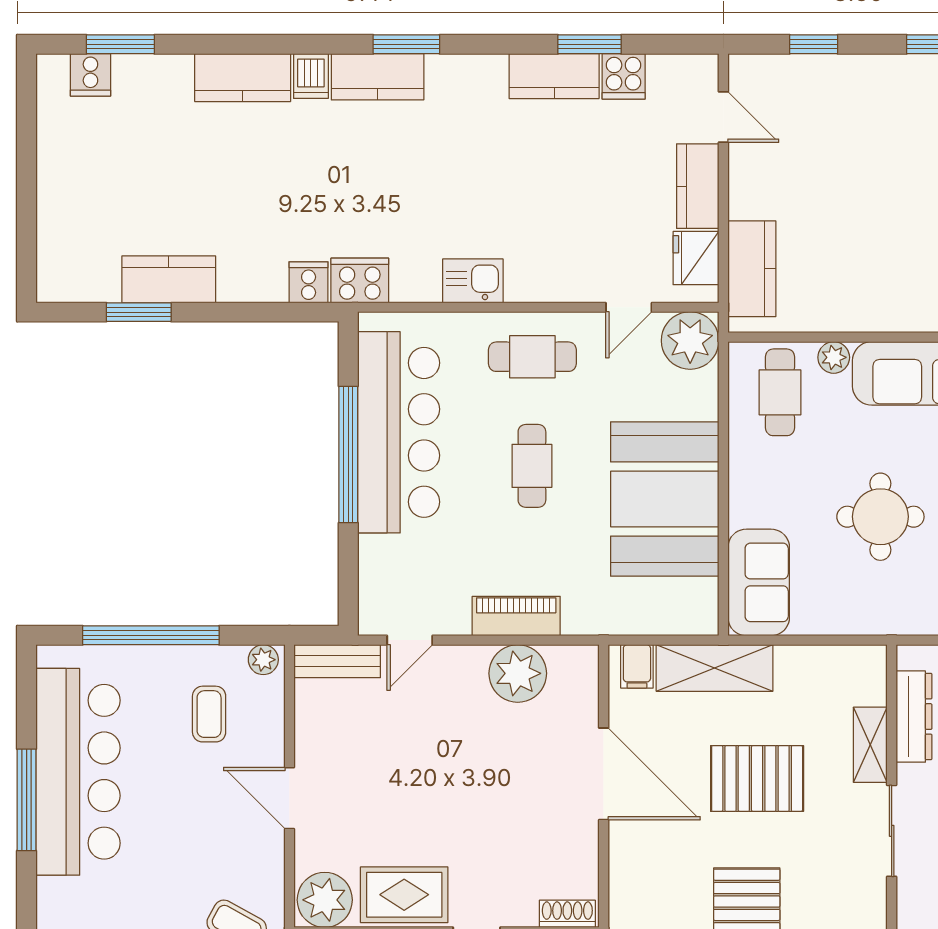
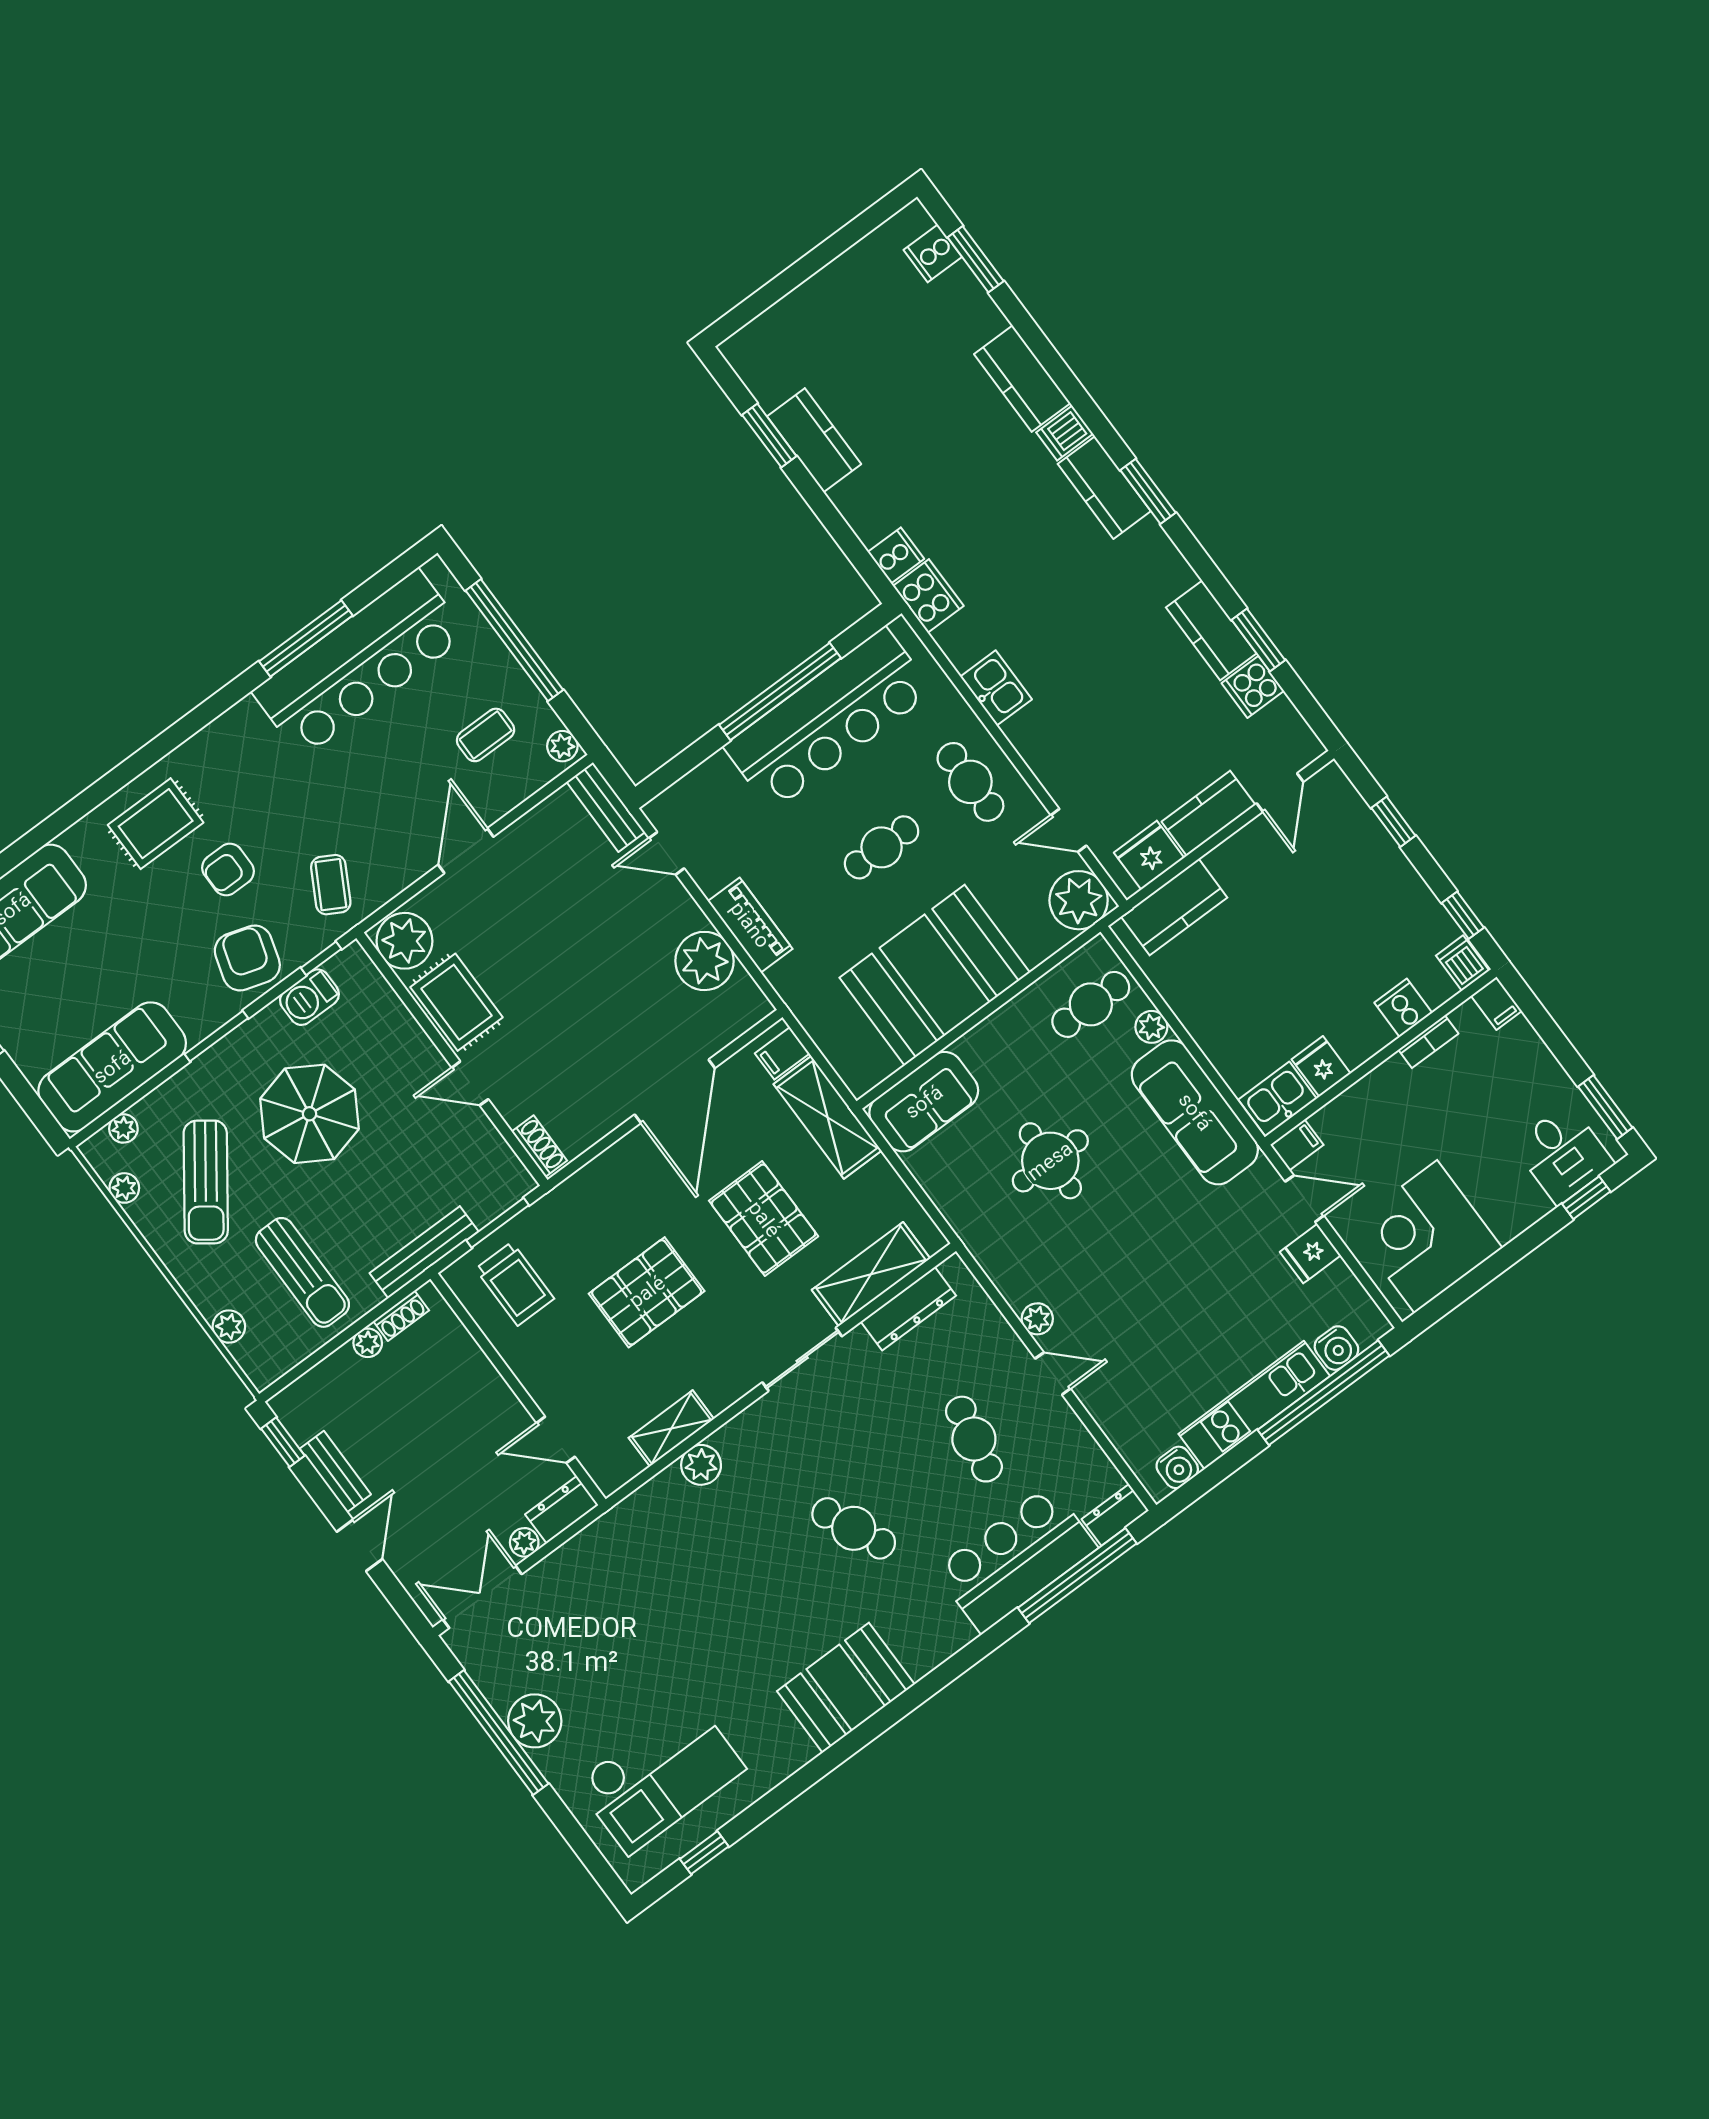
shelving: (870, 745) -> (871, 1274), width x1.50, depth x1.33

